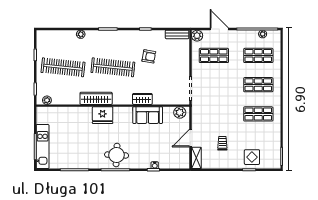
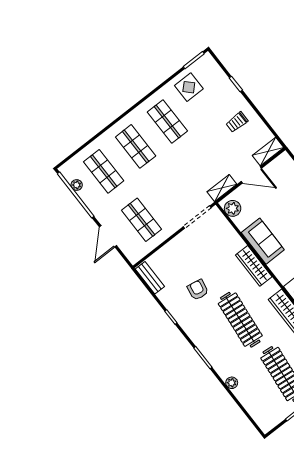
plant: (197, 36) -> (134, 255), removed
wardrobe: (142, 99) -> (254, 266), width x1.50
shelving: (196, 115) -> (222, 188), added
trolley: (222, 143) -> (237, 122), moved
display table: (252, 157) -> (189, 87), moved

